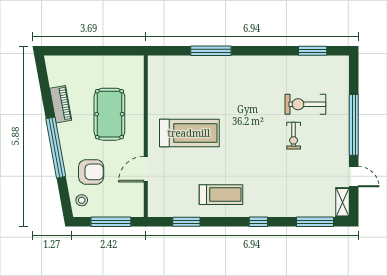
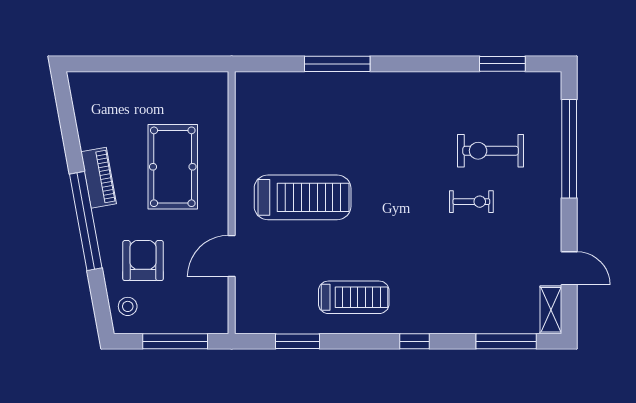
piano: (61, 104) -> (99, 178), moved
window: (354, 125) -> (569, 149), moved
exercise bike: (294, 136) -> (471, 202), turned -90
armchair: (91, 172) -> (143, 261), turned -90

